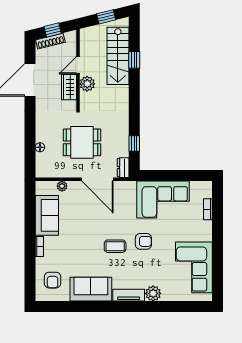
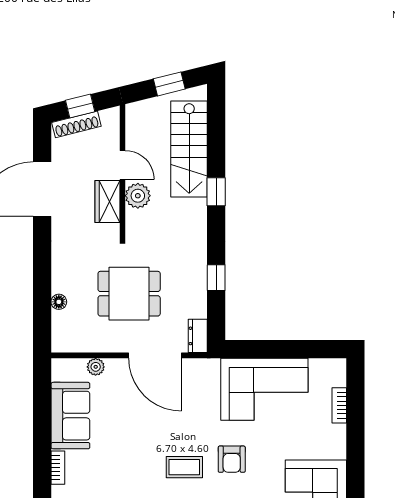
window: (134, 60) -> (216, 192), moved
door: (78, 65) -> (122, 165), swing flipped
window: (134, 144) -> (216, 278), moved
armchair: (143, 241) -> (232, 459), turned 90

